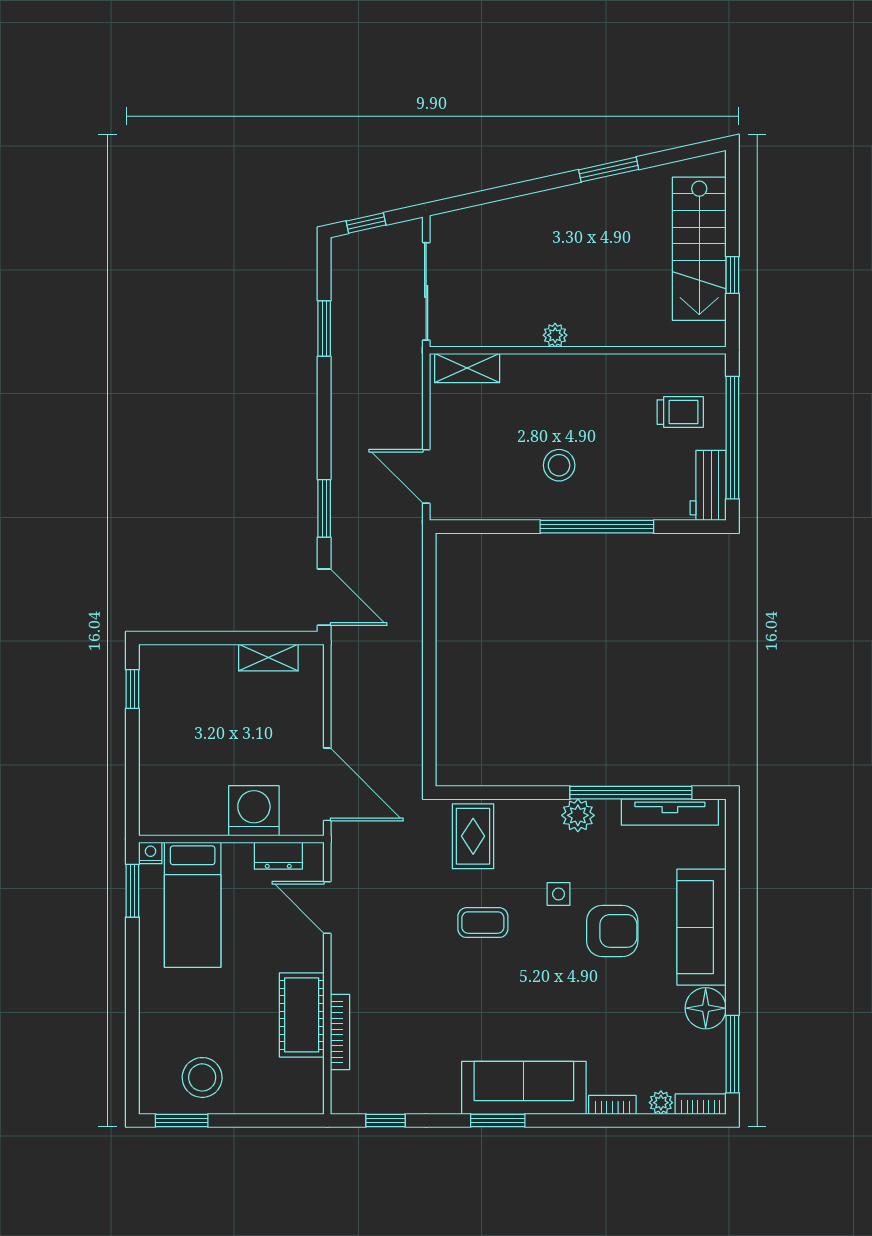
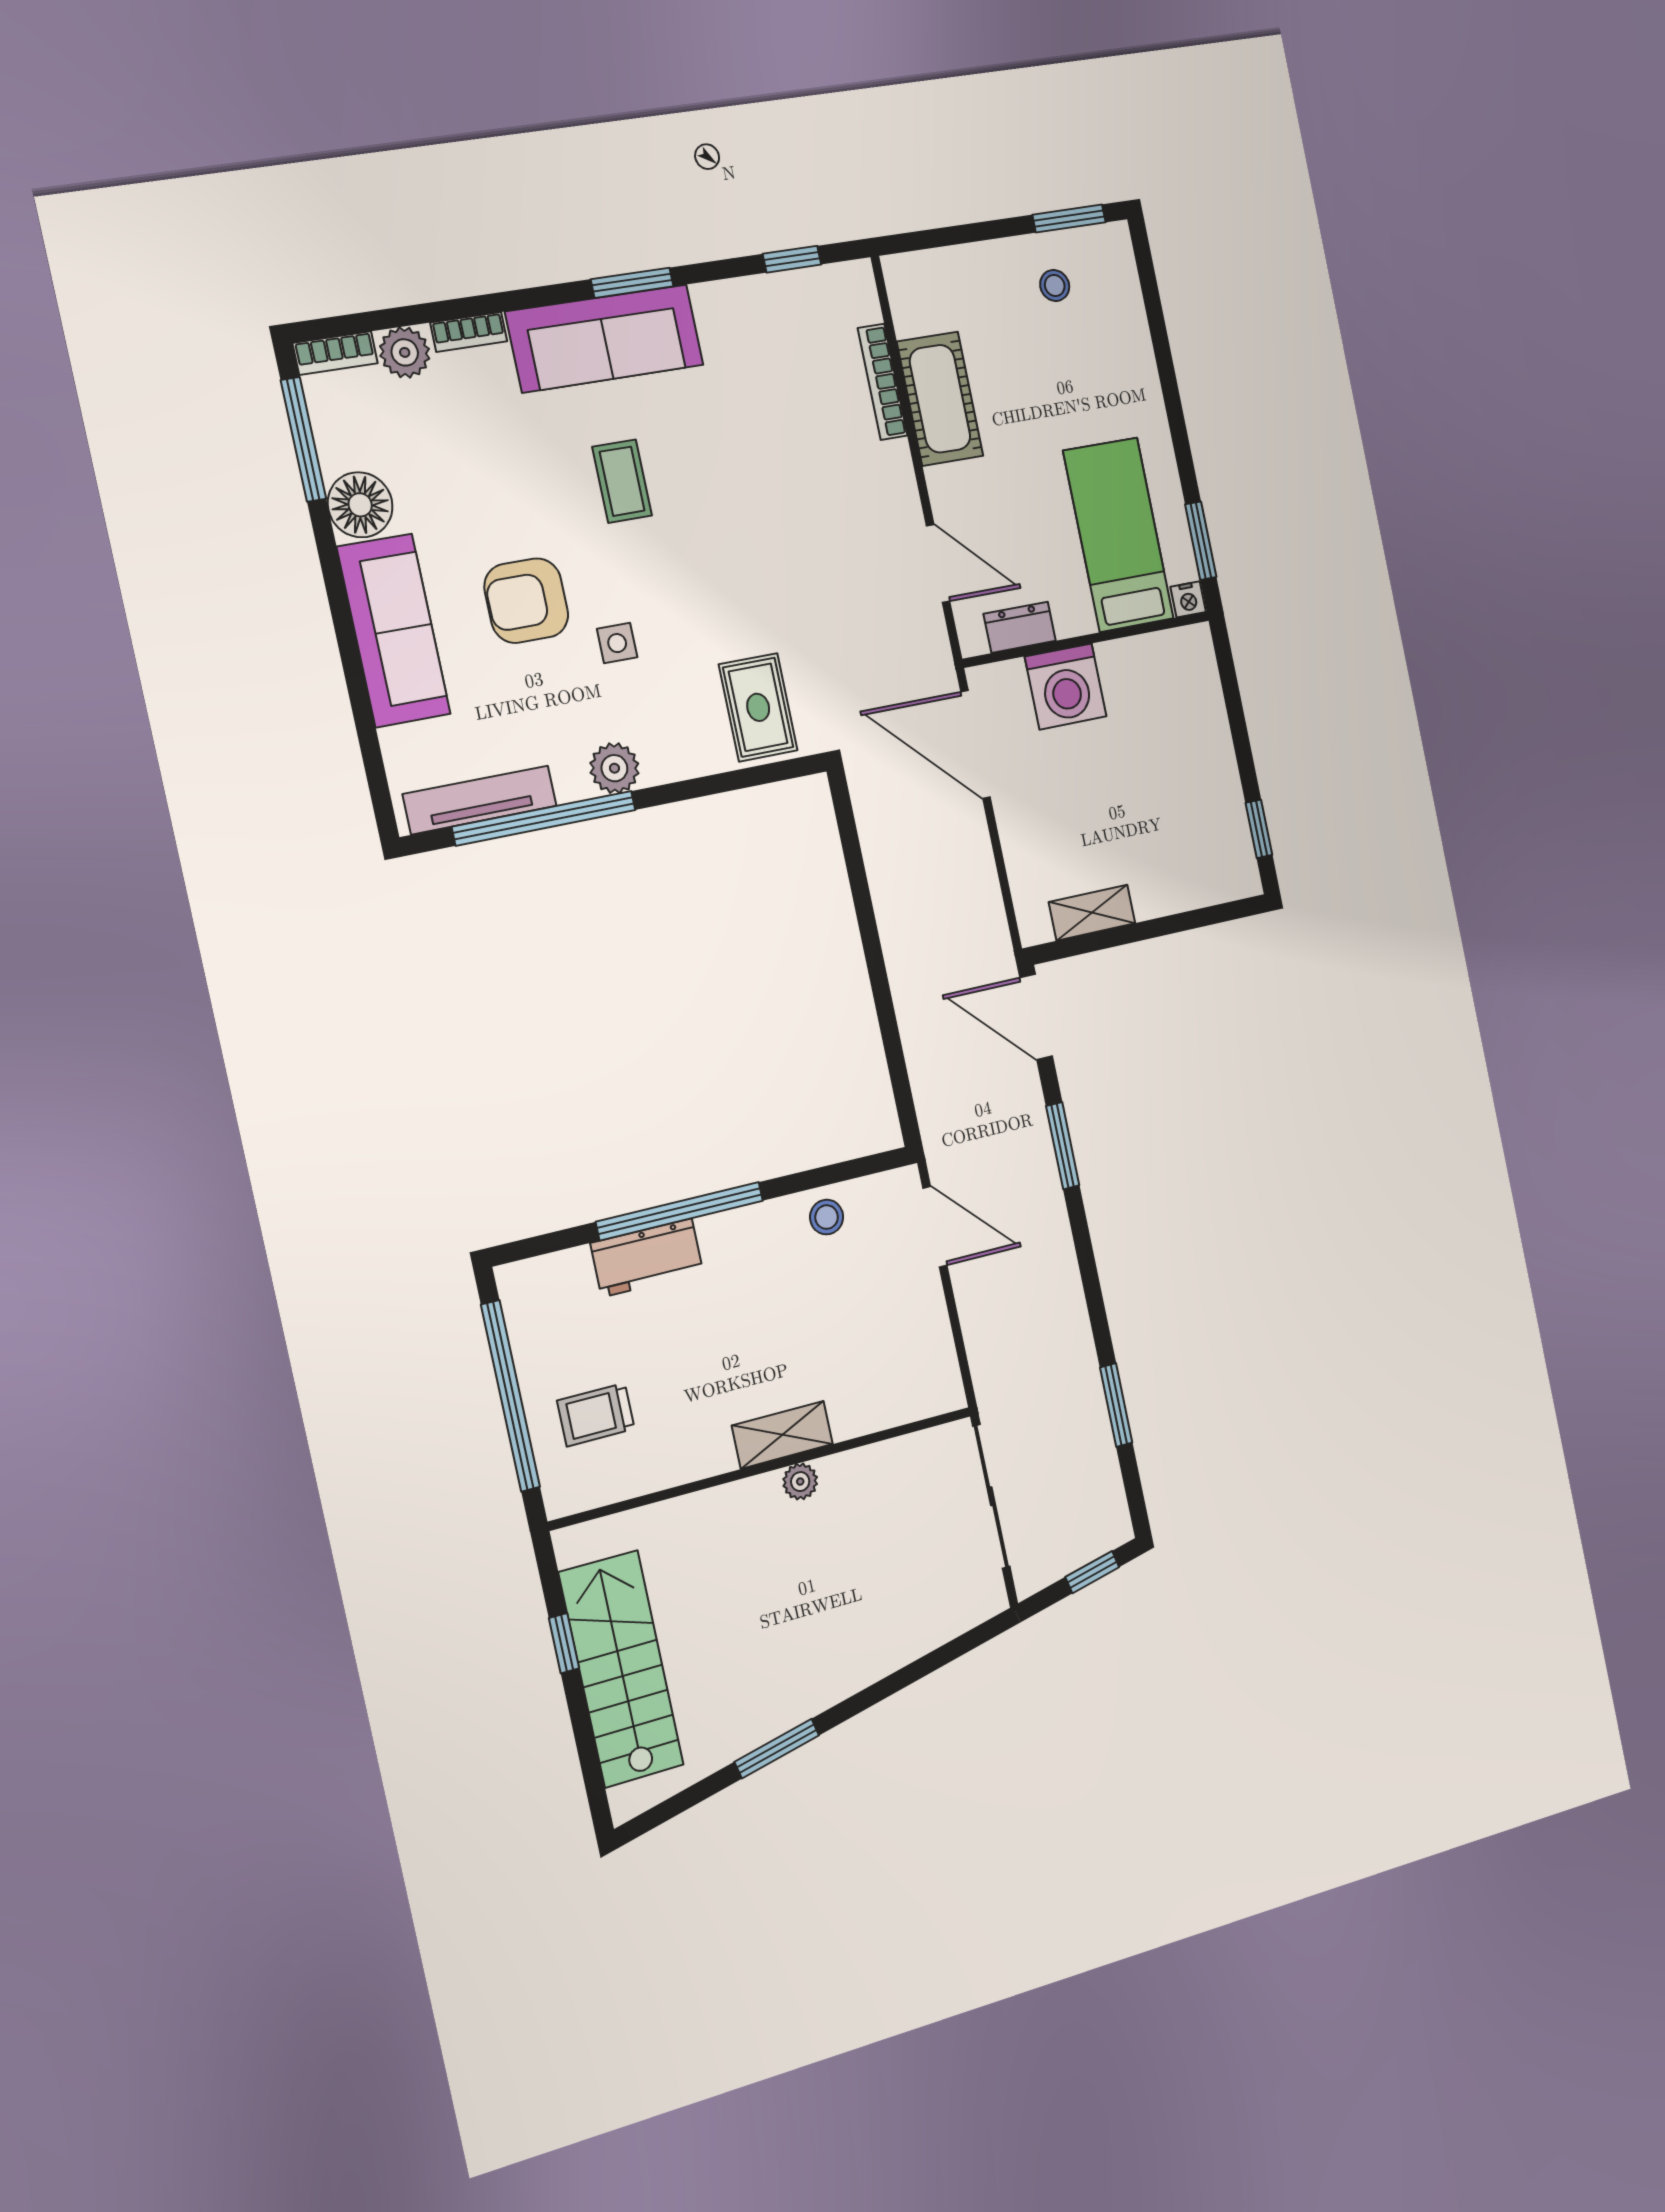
shelving: (467, 368) -> (782, 1435), moved
stool: (559, 465) -> (827, 1217), moved, width x0.73, depth x0.73
workbench: (708, 485) -> (647, 1258), moved, turned 90
coffee table: (483, 923) -> (622, 481), moved, turned 90
stool: (202, 1077) -> (1055, 285), width x0.53, depth x0.53
plant: (661, 1103) -> (405, 352), width x1.38, depth x1.38

